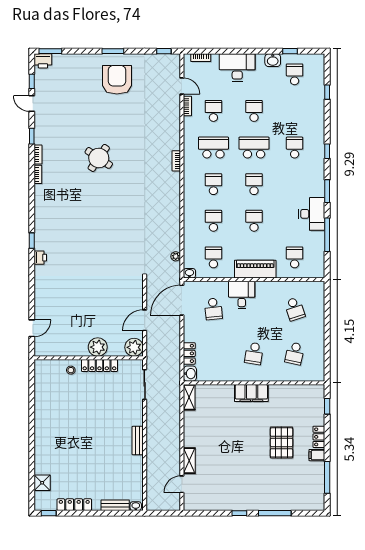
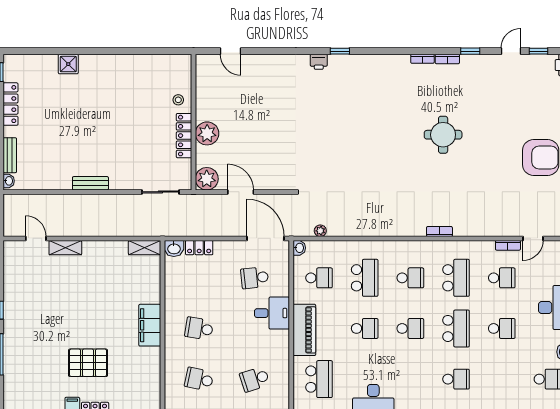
round table: (99, 158) -> (443, 135), turned -34
school desk: (213, 221) -> (365, 278), width x1.85
school desk: (295, 257) -> (319, 379), width x1.85
shower: (42, 483) -> (68, 64), moved

